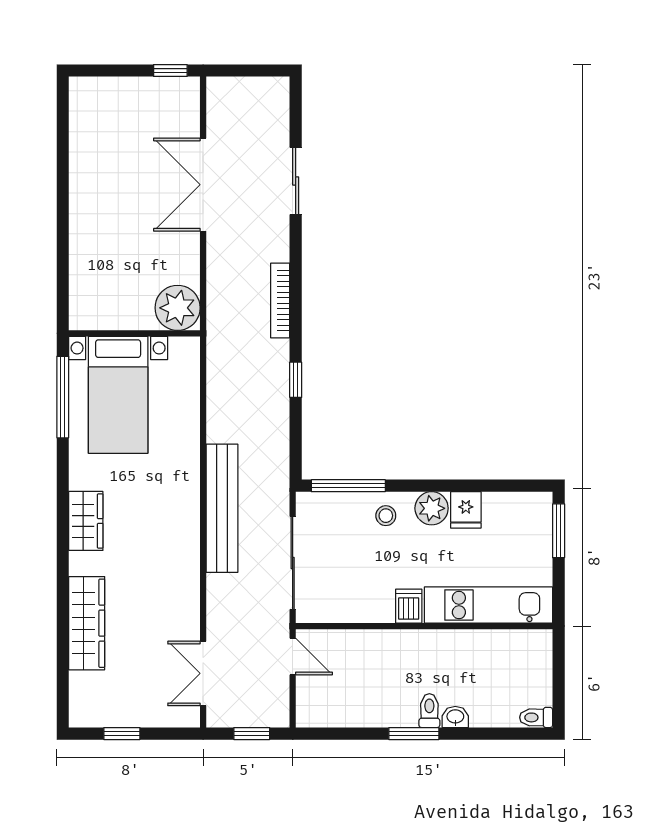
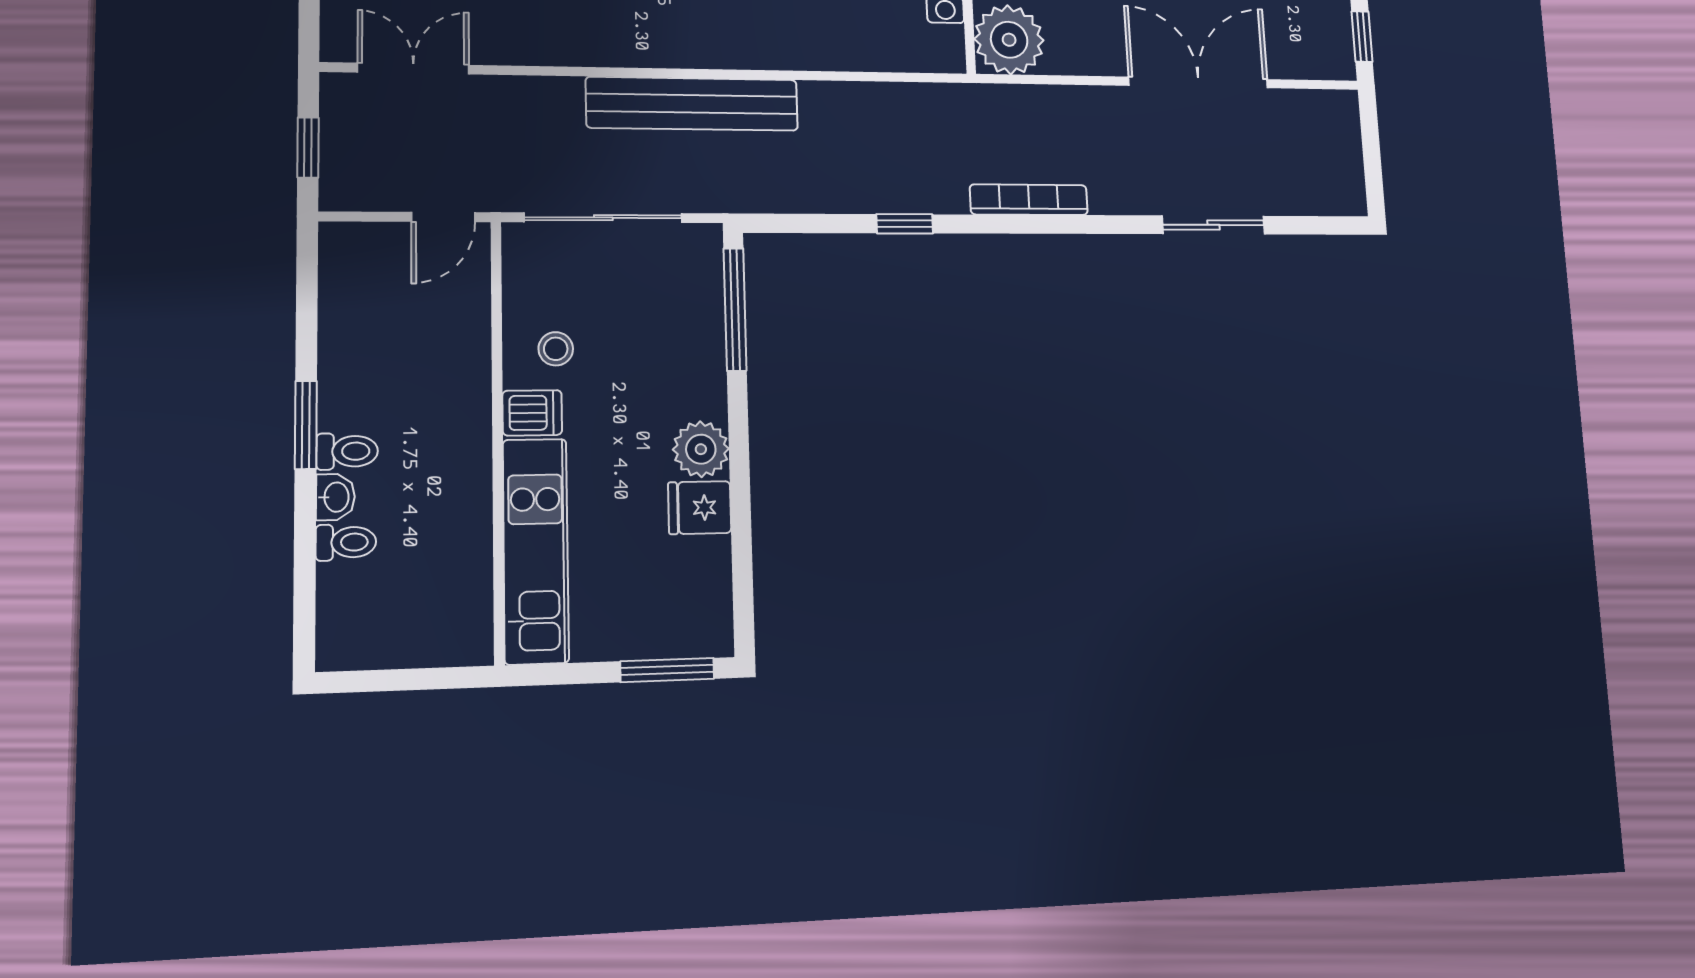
stool: (386, 516) -> (556, 349), moved
toilet: (536, 717) -> (346, 542), moved, turned 90

